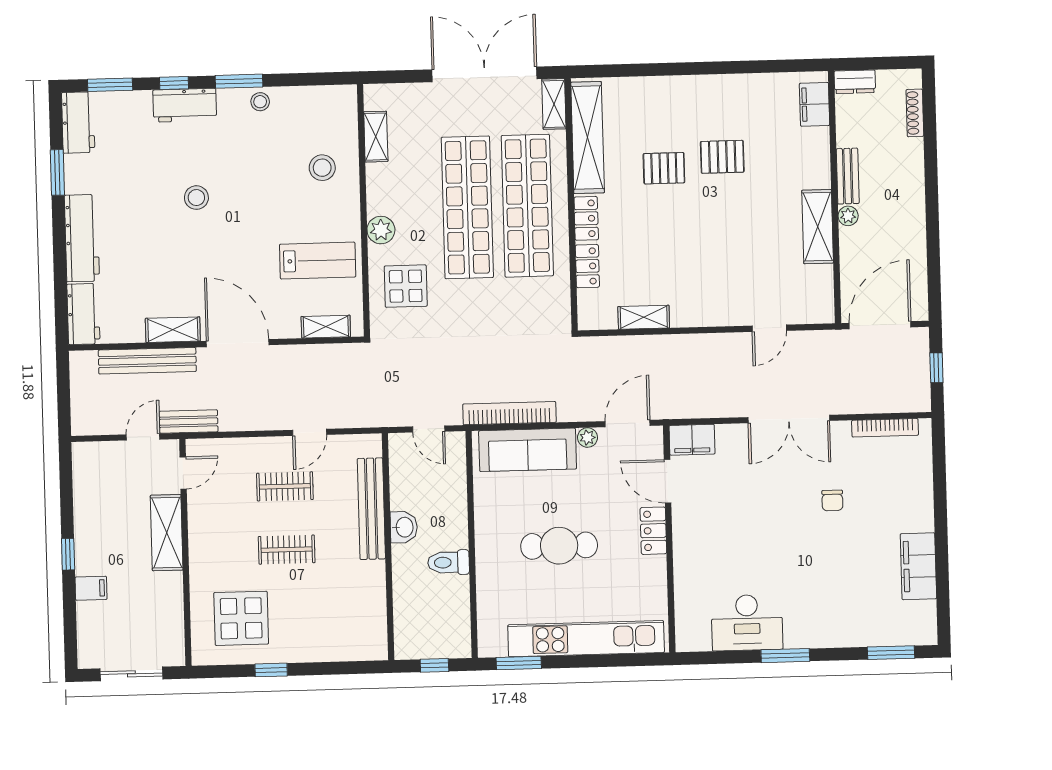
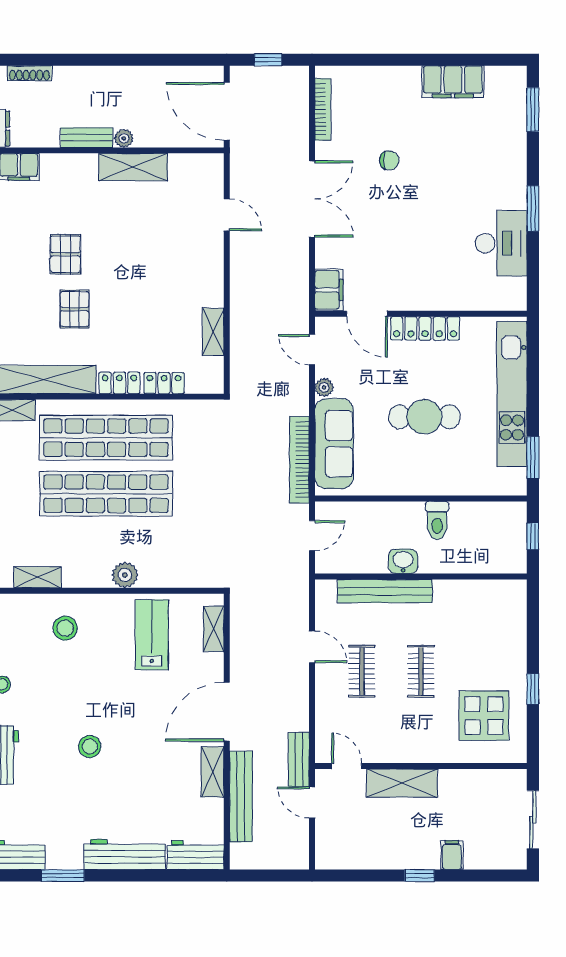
display table: (406, 286) -> (178, 553), removed
door: (628, 423) -> (312, 350), width x0.73
door: (668, 481) -> (367, 314), hinge flipped
locker: (653, 531) -> (425, 328), width x1.53
cafe table: (559, 546) -> (424, 417), turned 90

